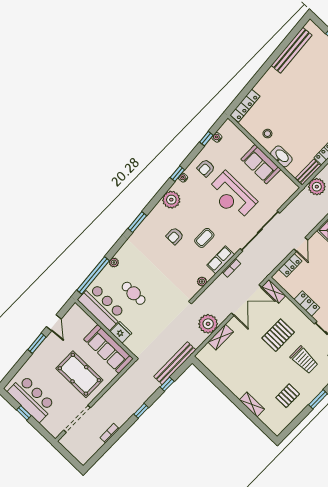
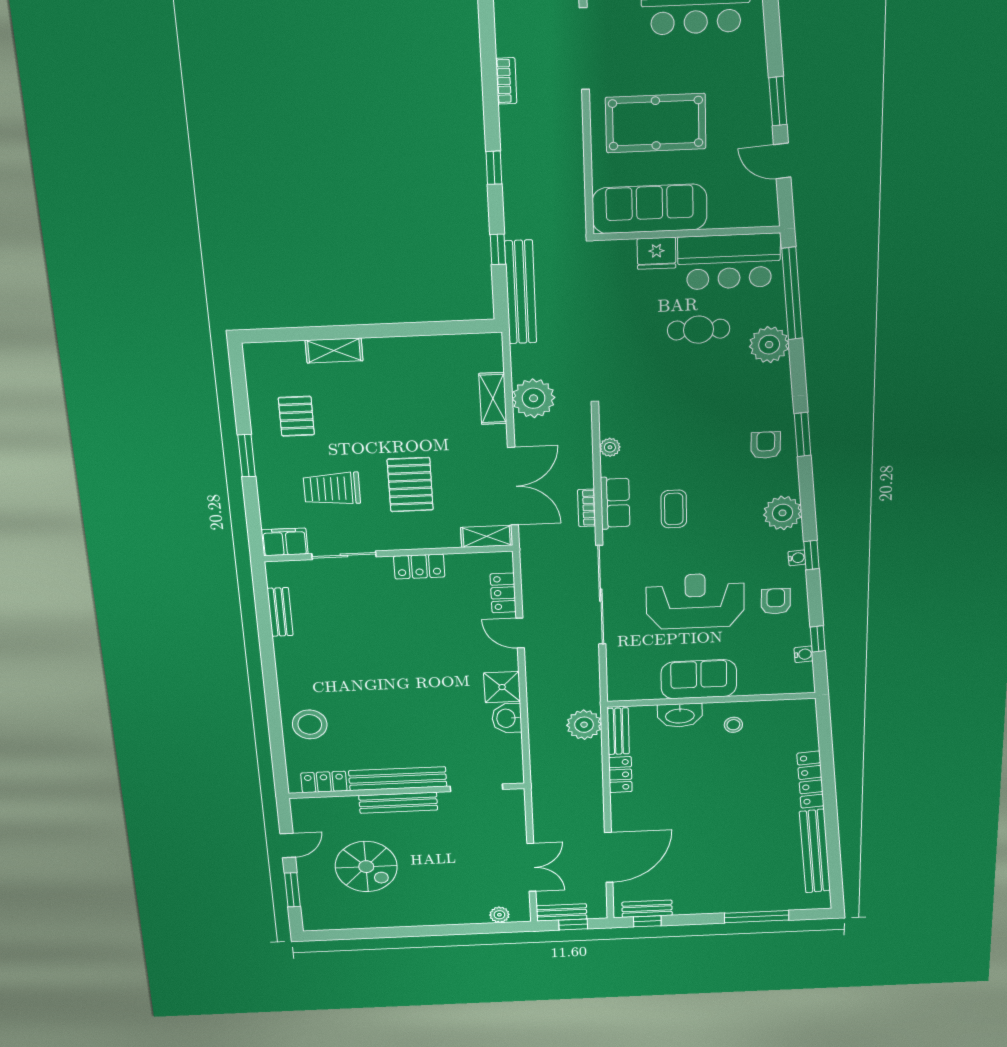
locker: (245, 106) -> (810, 780), moved
armchair: (175, 236) -> (766, 445), moved
plant: (114, 262) -> (769, 345), width x1.88, depth x1.88
double door: (247, 300) -> (513, 486), swing flipped

